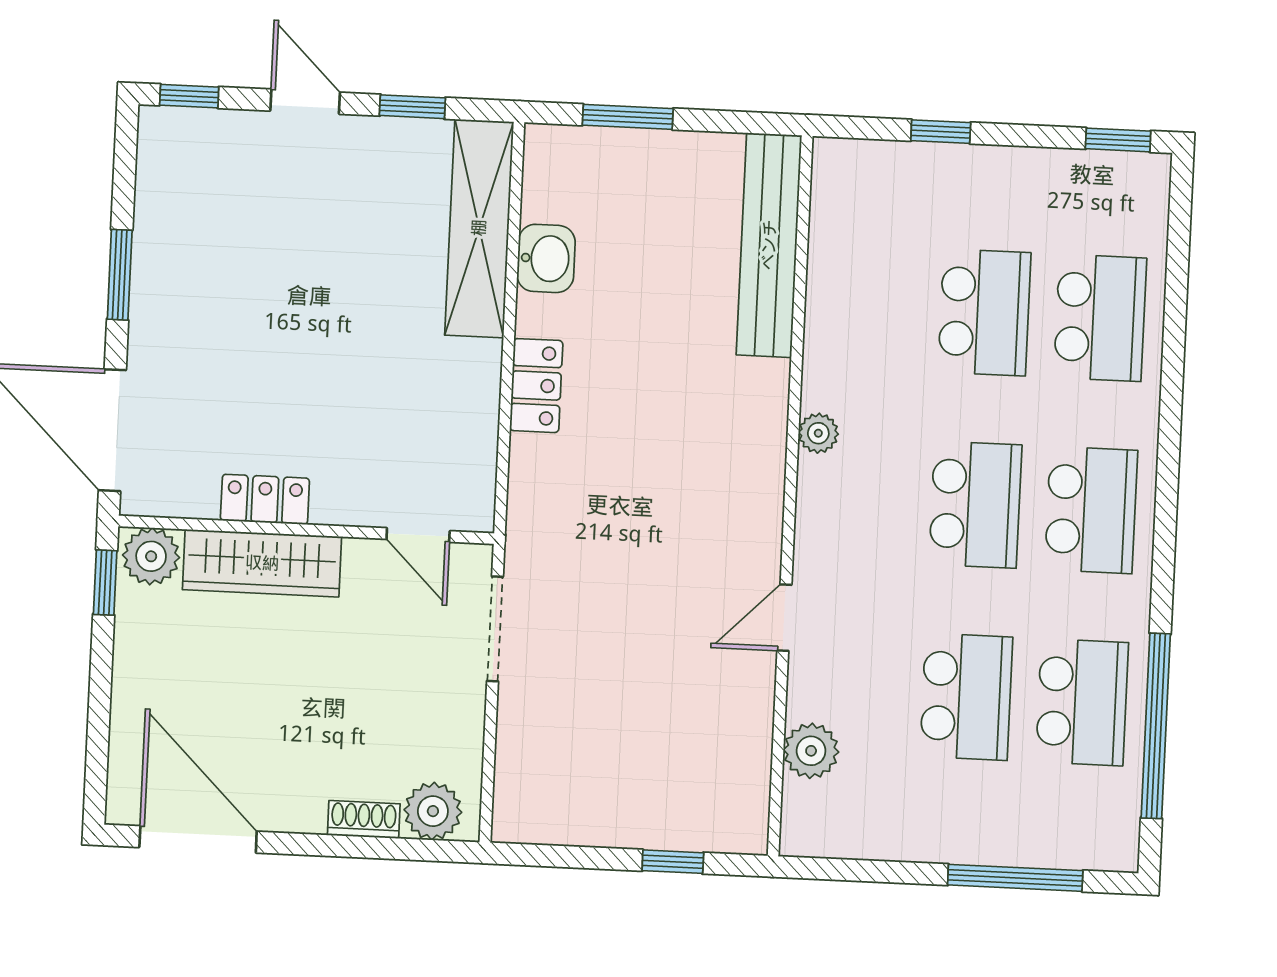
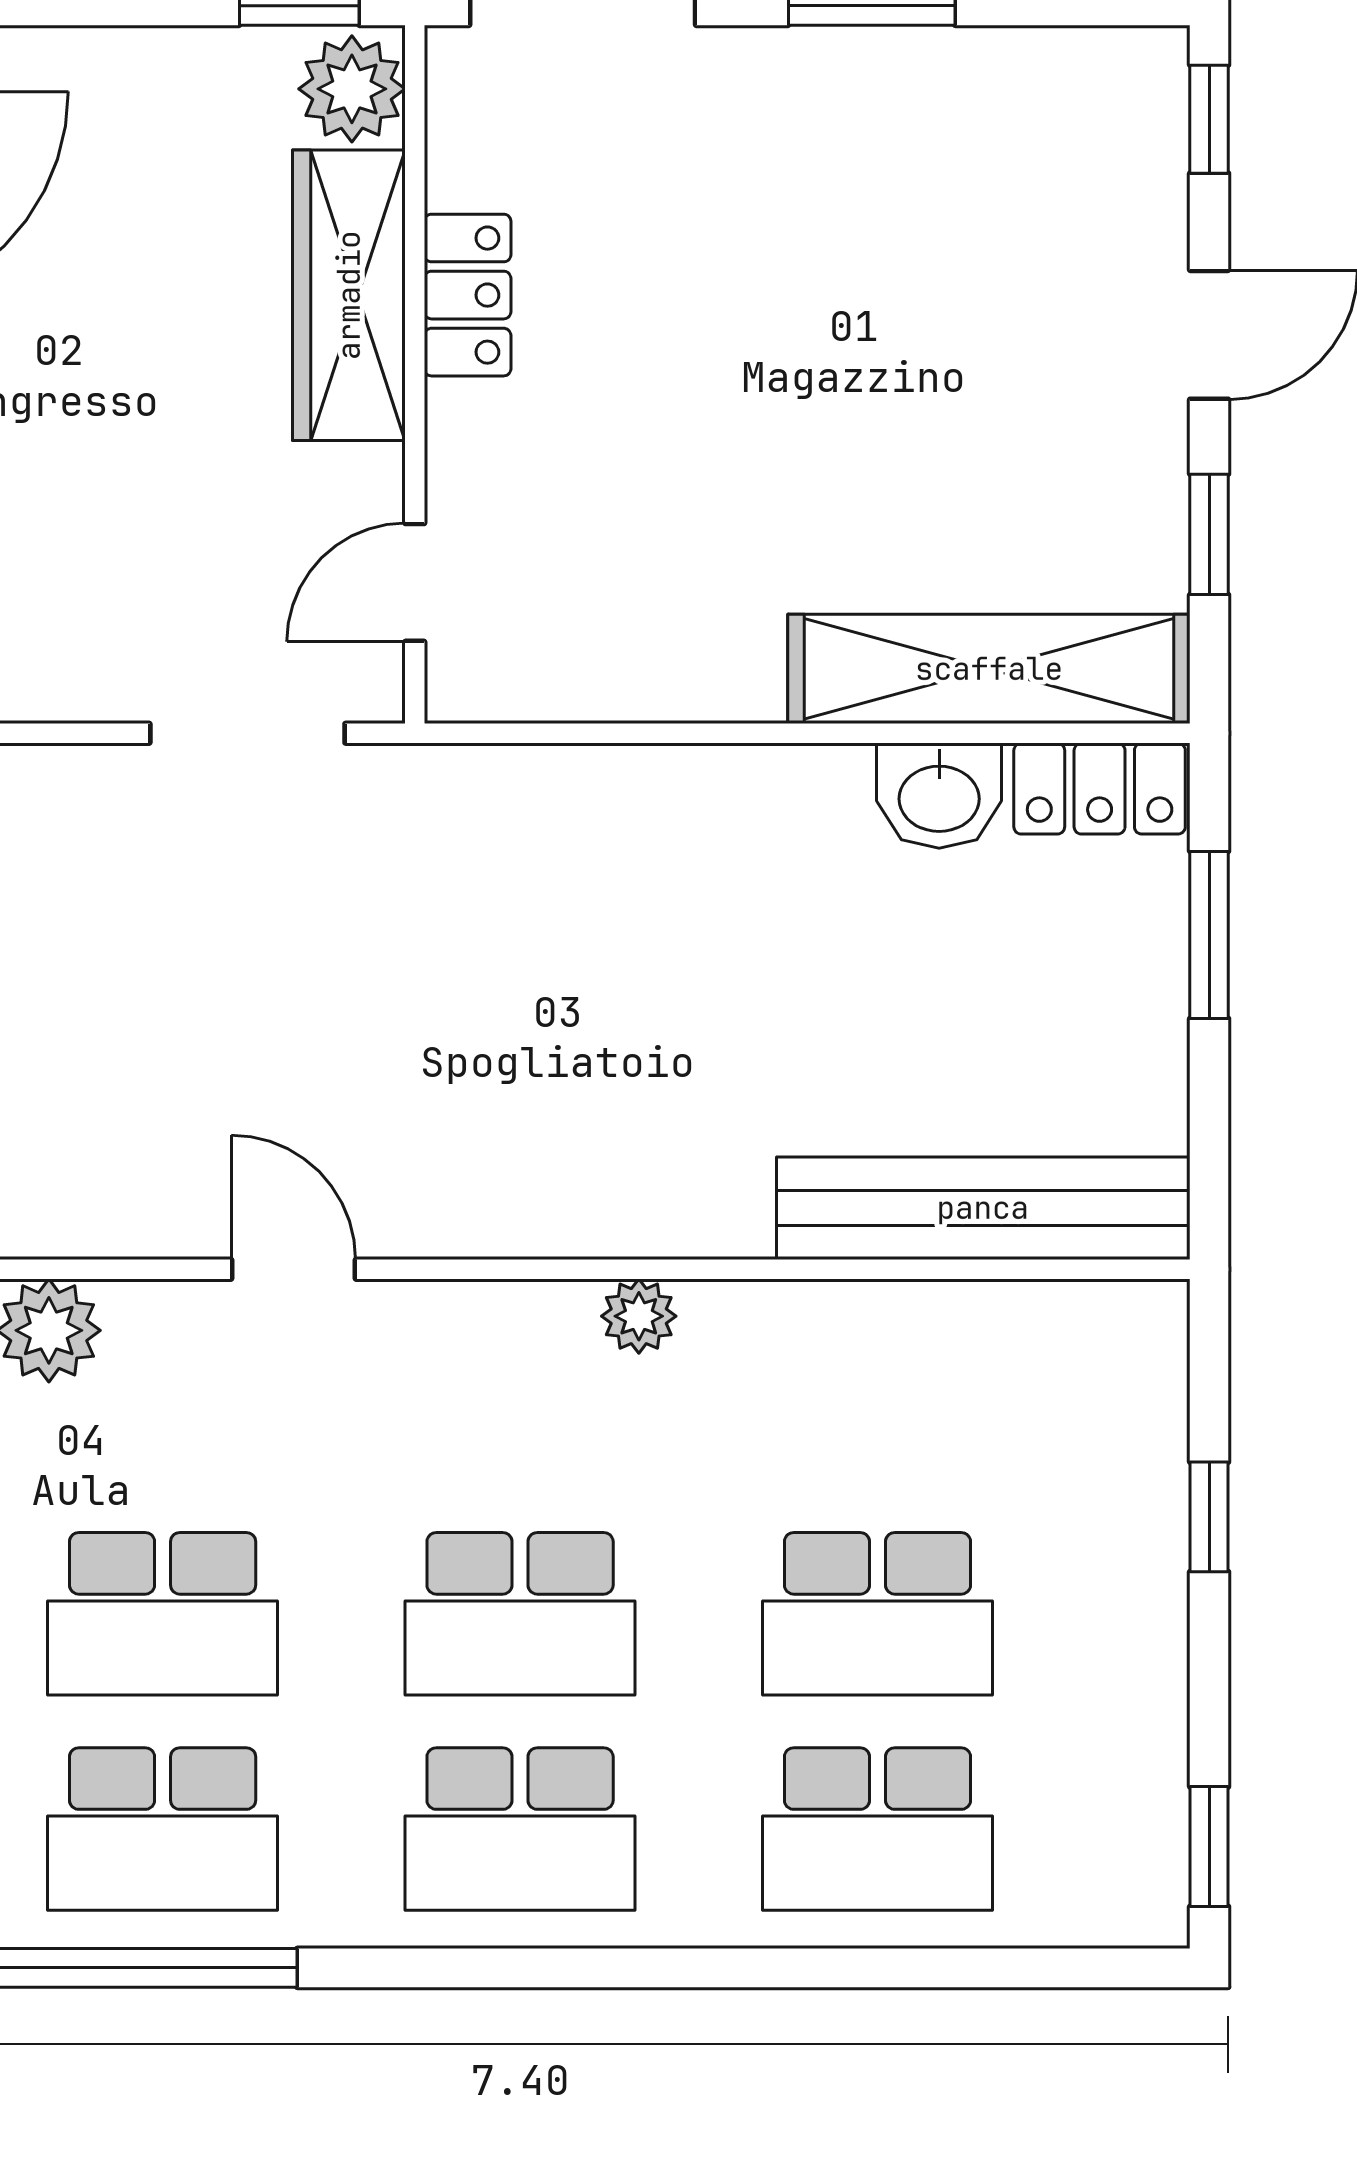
locker: (536, 386) -> (1100, 789), moved

